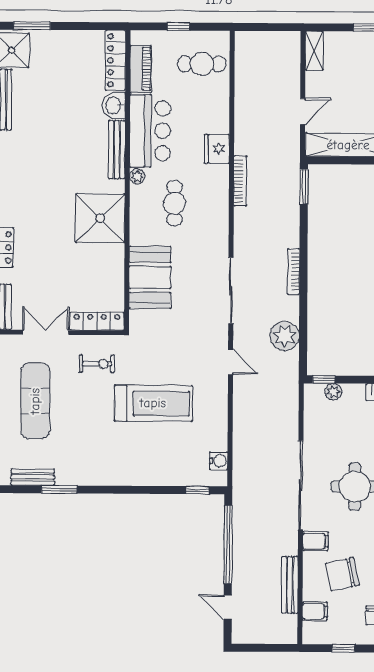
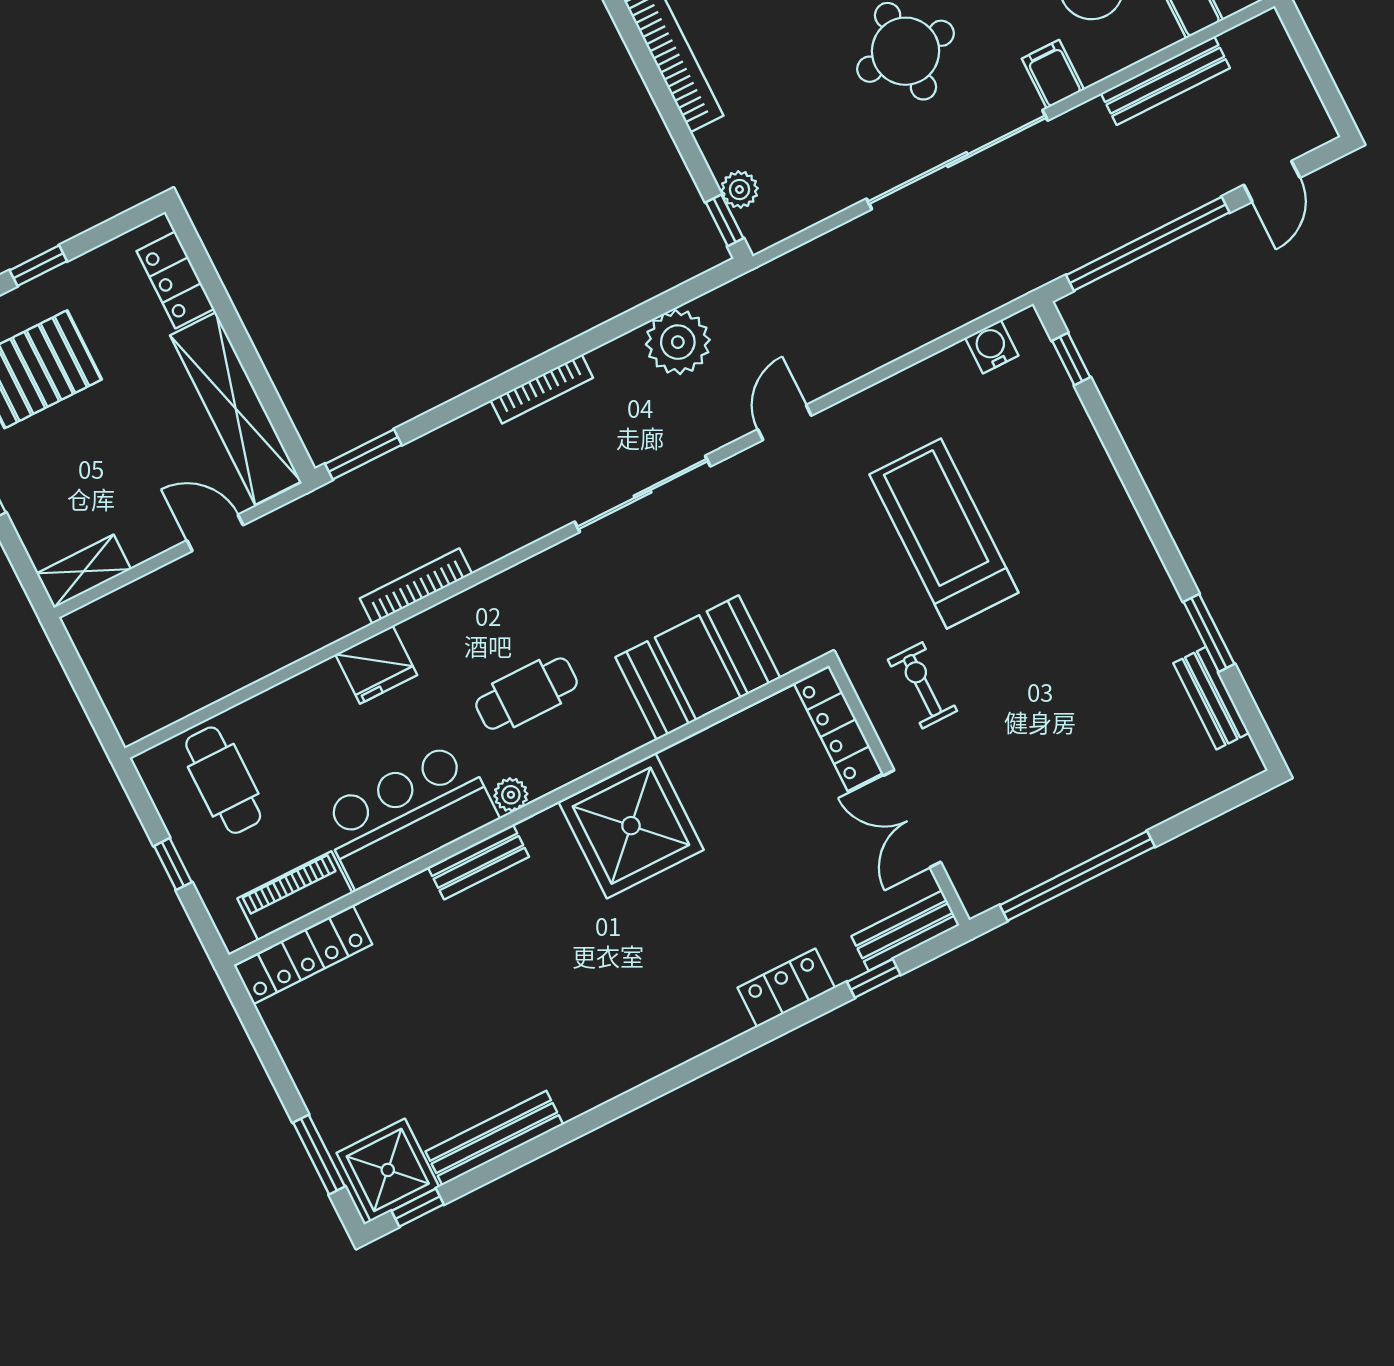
washbasin: (114, 105) -> (394, 912), removed
bench: (117, 150) -> (478, 862), width x0.73
exercise mat: (35, 401) -> (1058, 770), removed

